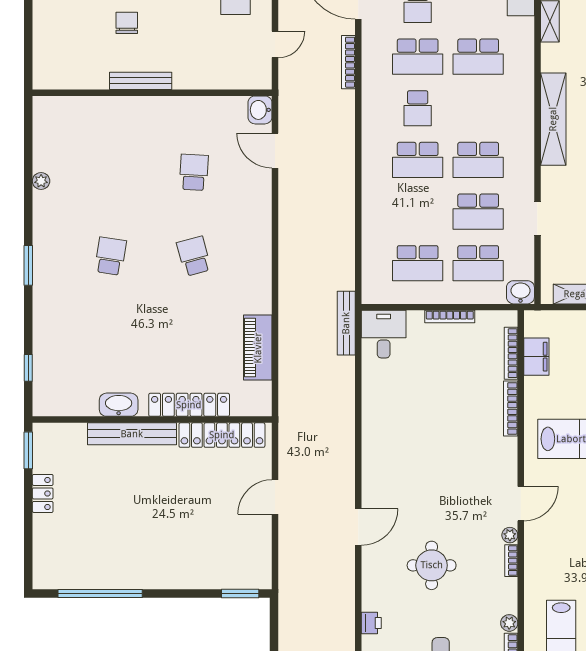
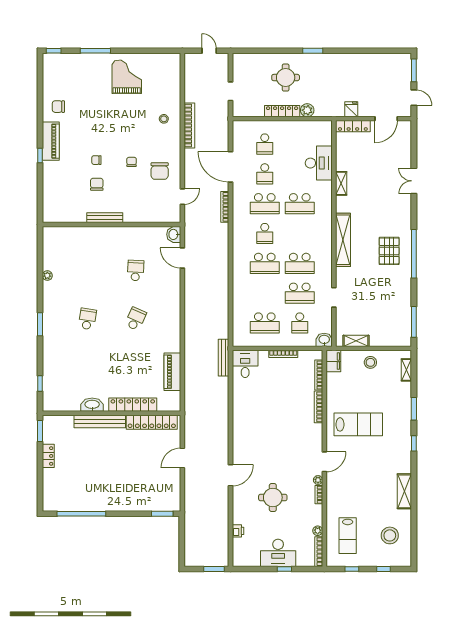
school desk: (194, 256) -> (136, 319), turned 39
school desk: (478, 263) -> (300, 323), width x0.54
filing cabinet: (536, 357) -> (333, 361), moved

